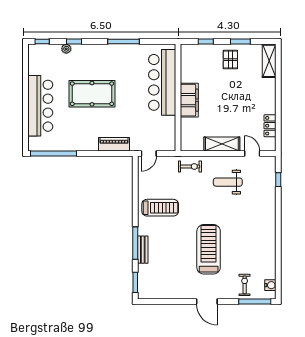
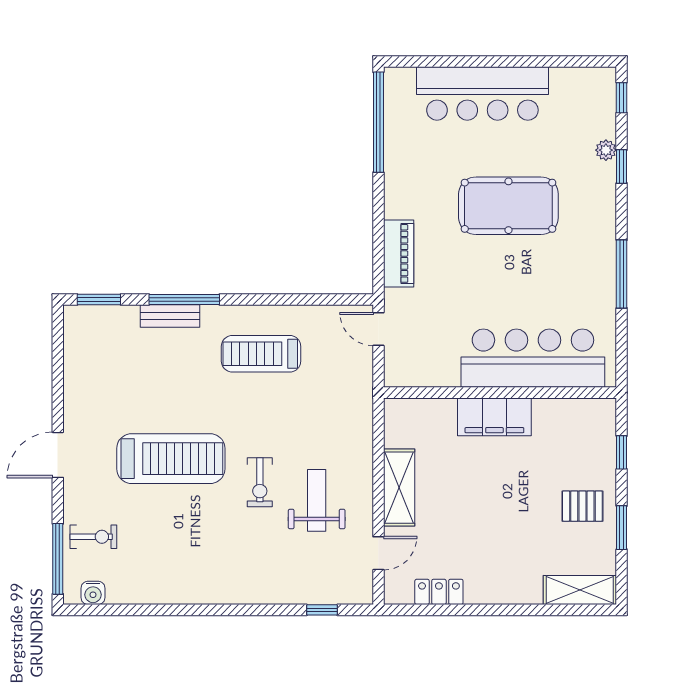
pool table: (92, 94) -> (508, 206), turned 90
exercise bike: (190, 166) -> (260, 482), moved
treadmill: (160, 208) -> (261, 354), turned 90

